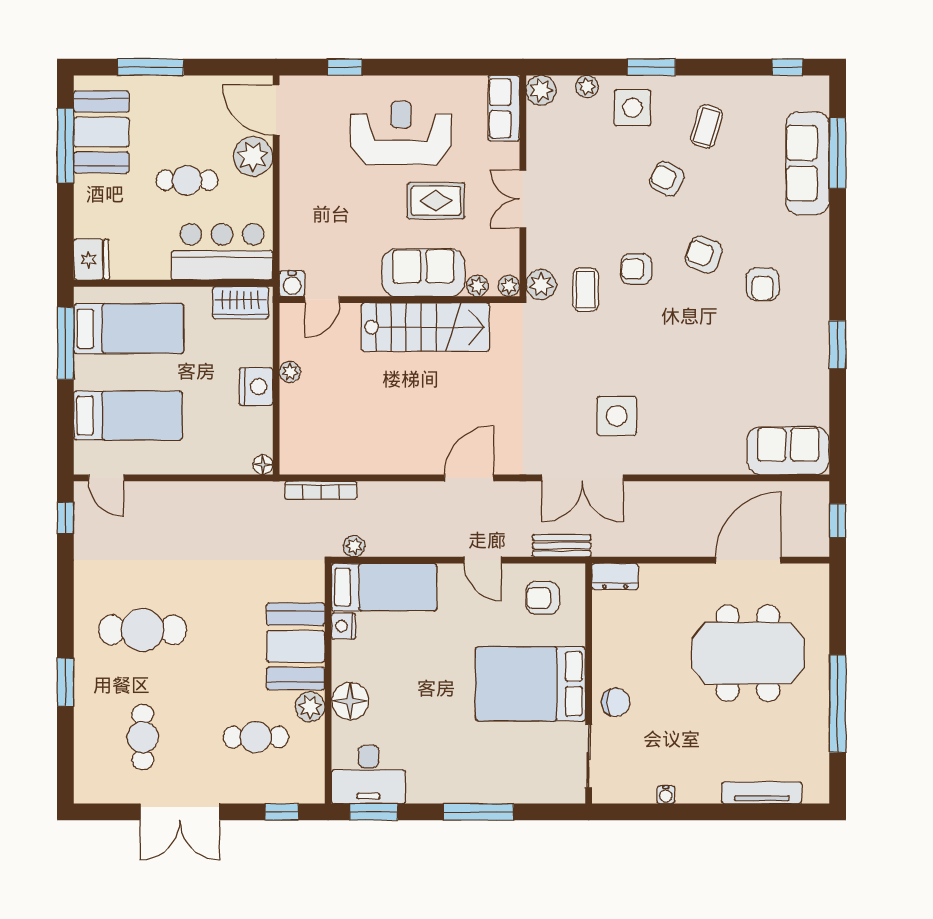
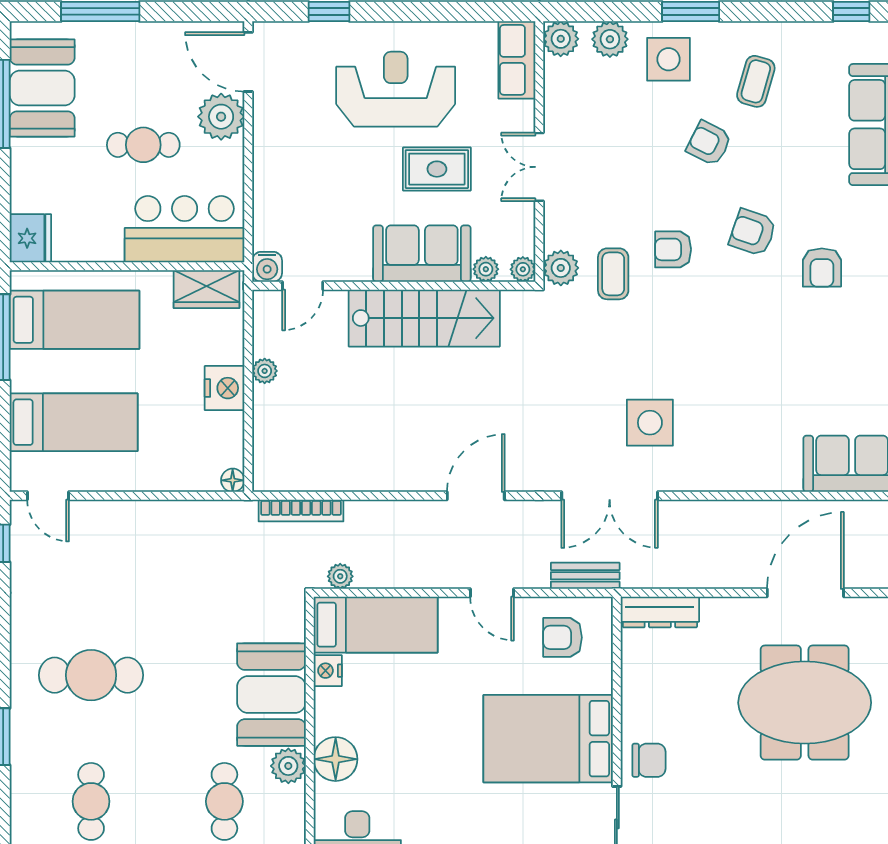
plant: (587, 87) -> (610, 39), width x1.38, depth x1.38
dresser: (615, 576) -> (660, 612), width x1.44
cafe table: (256, 737) -> (224, 801), turned 90

